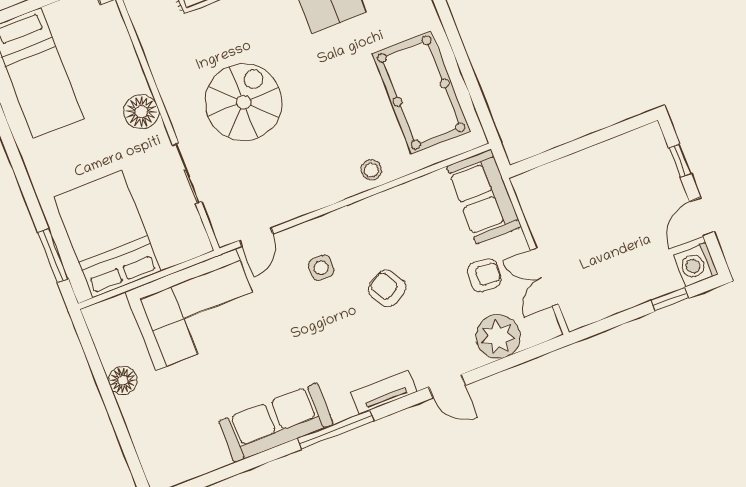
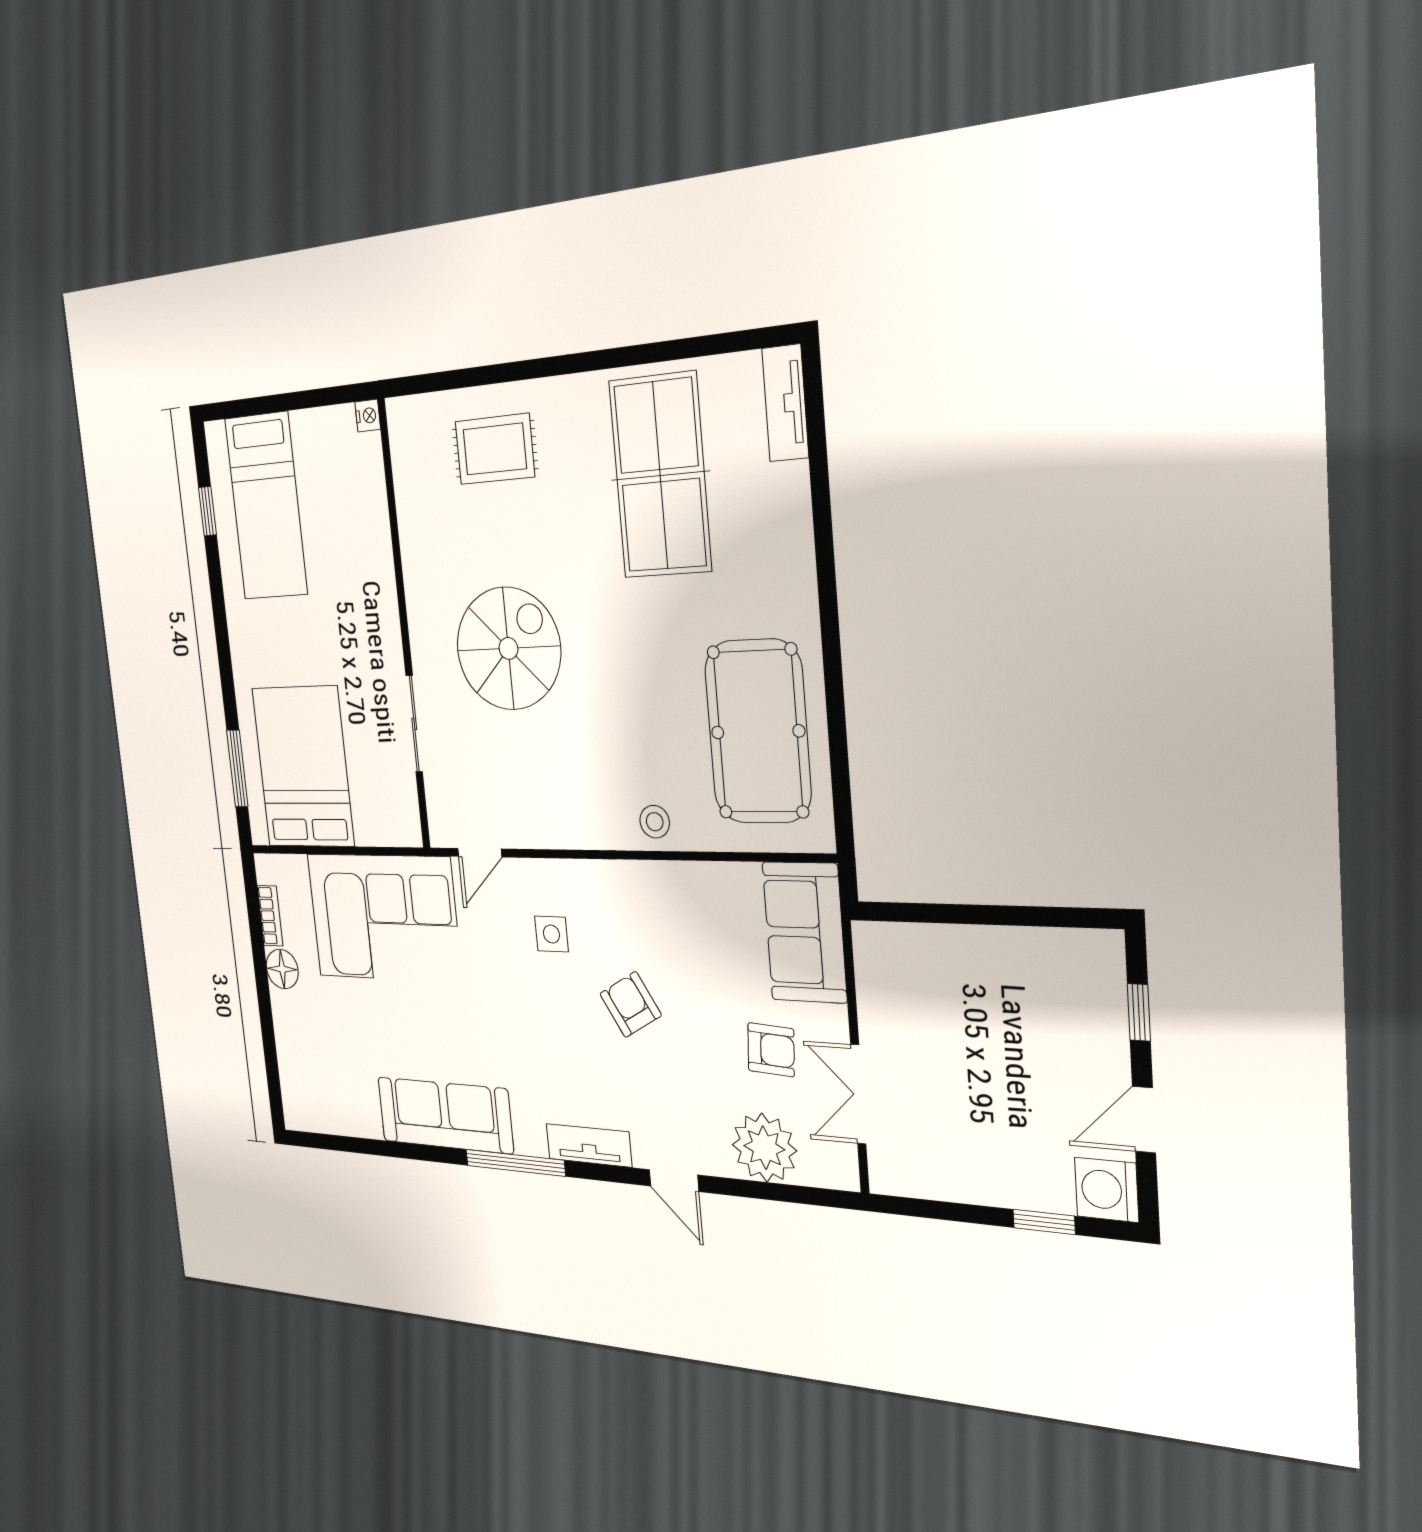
floor lamp: (141, 112) -> (378, 611), removed
bookcase: (104, 347) -> (270, 916), added

